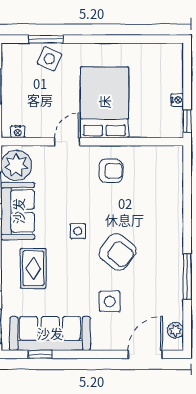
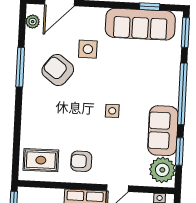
armchair: (117, 252) -> (58, 70), moved
rug: (33, 268) -> (41, 160), moved, turned 90

